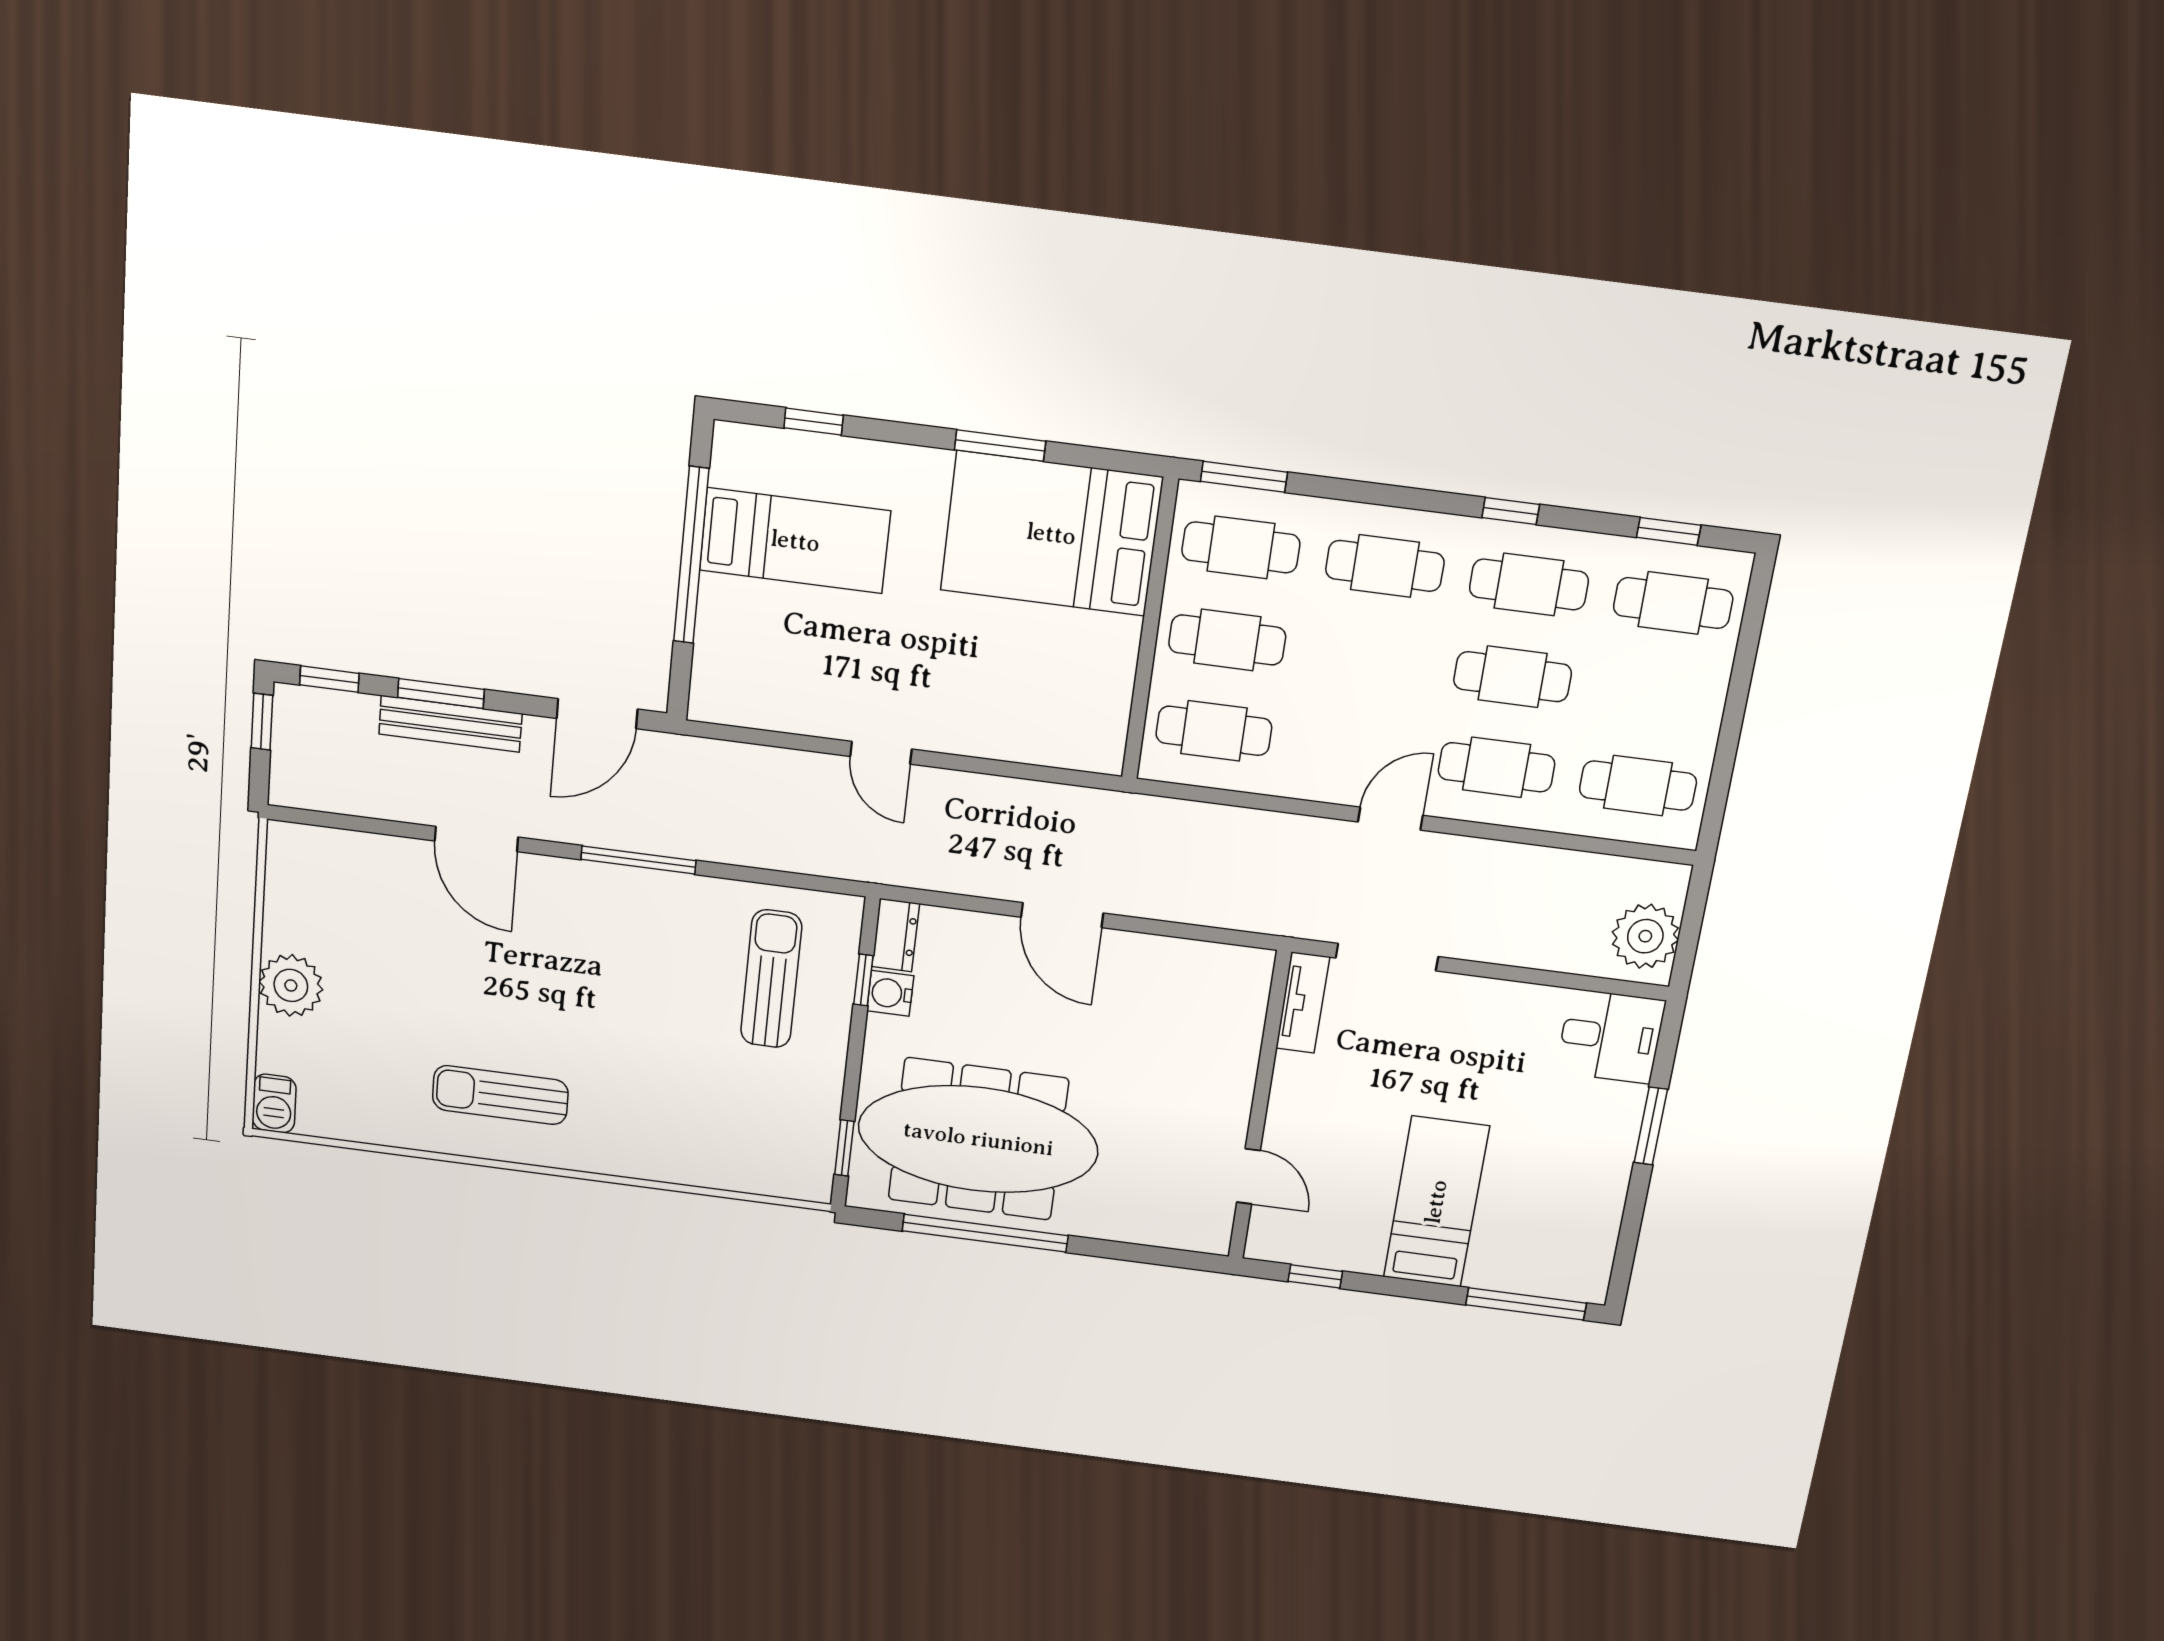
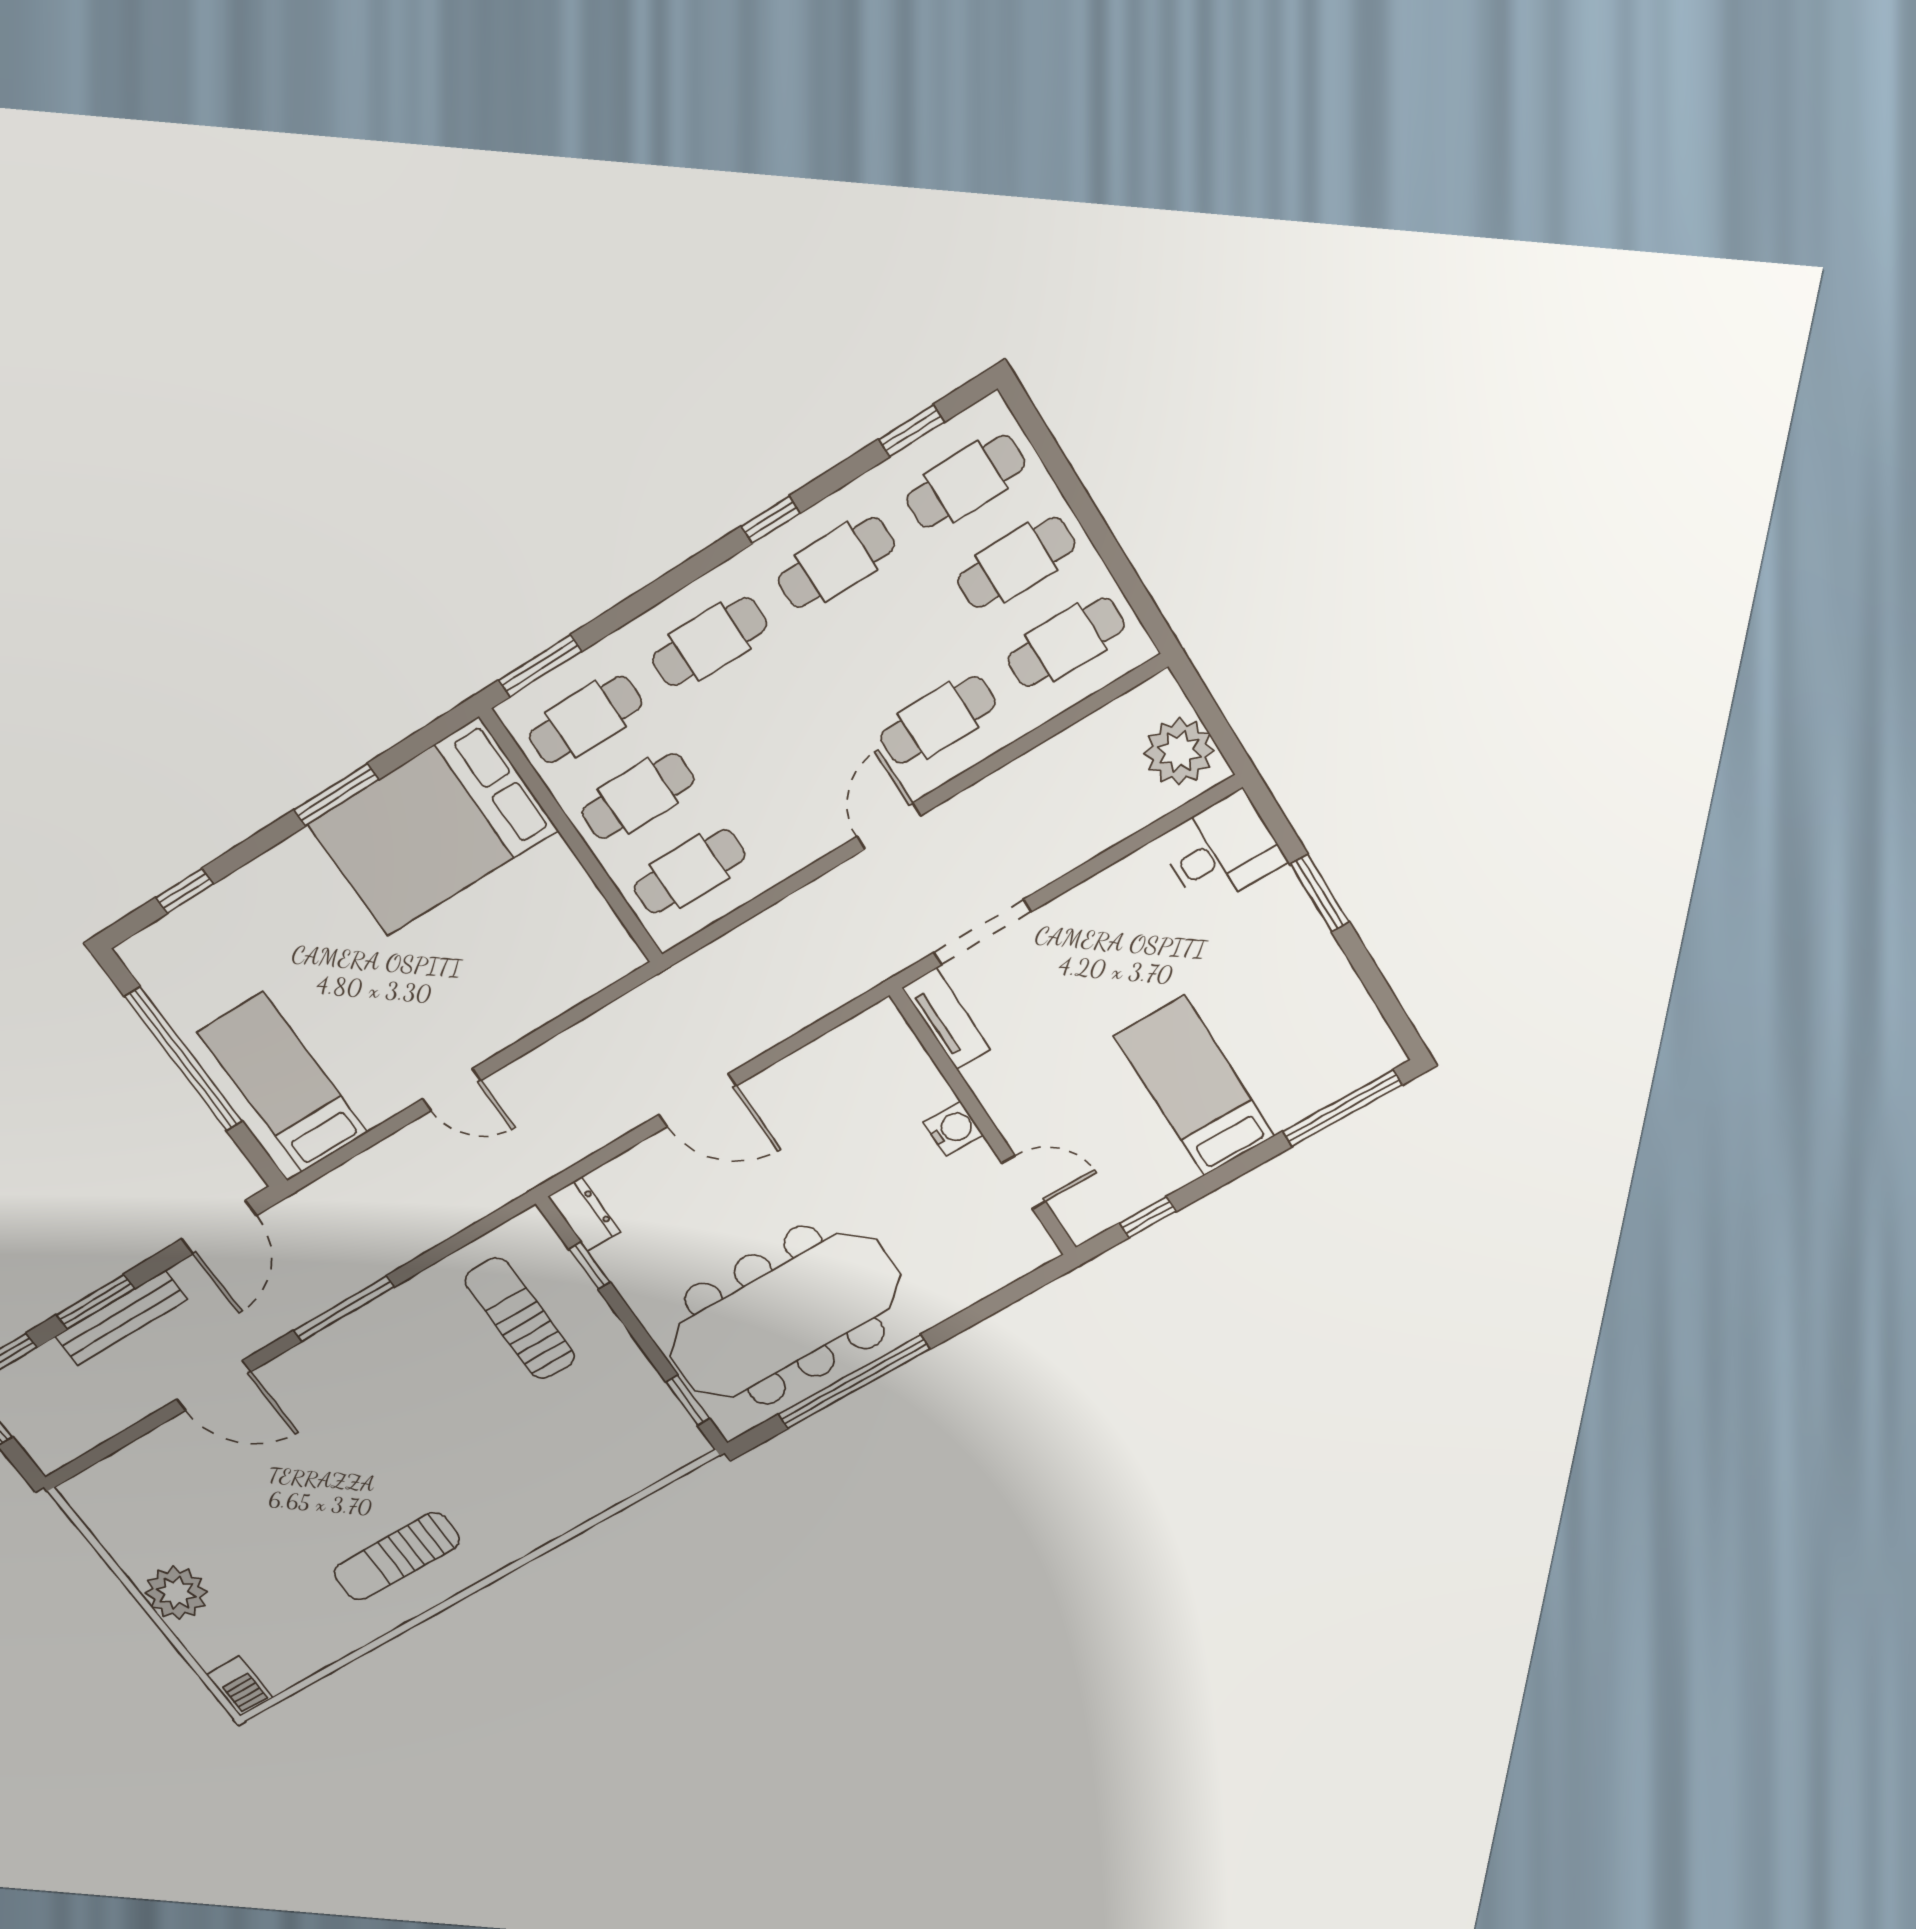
bed: (795, 541) -> (283, 1082), moved, turned -90
cafe table: (1513, 677) -> (1016, 563), moved
water cooler: (890, 993) -> (953, 1129), moved, turned 180

